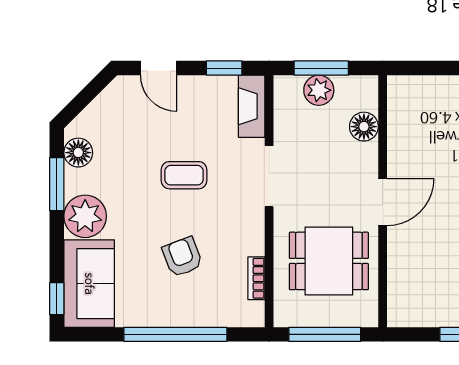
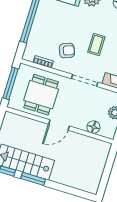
door: (383, 202) -> (59, 125), hinge flipped
armchair: (182, 257) -> (67, 51), moved

